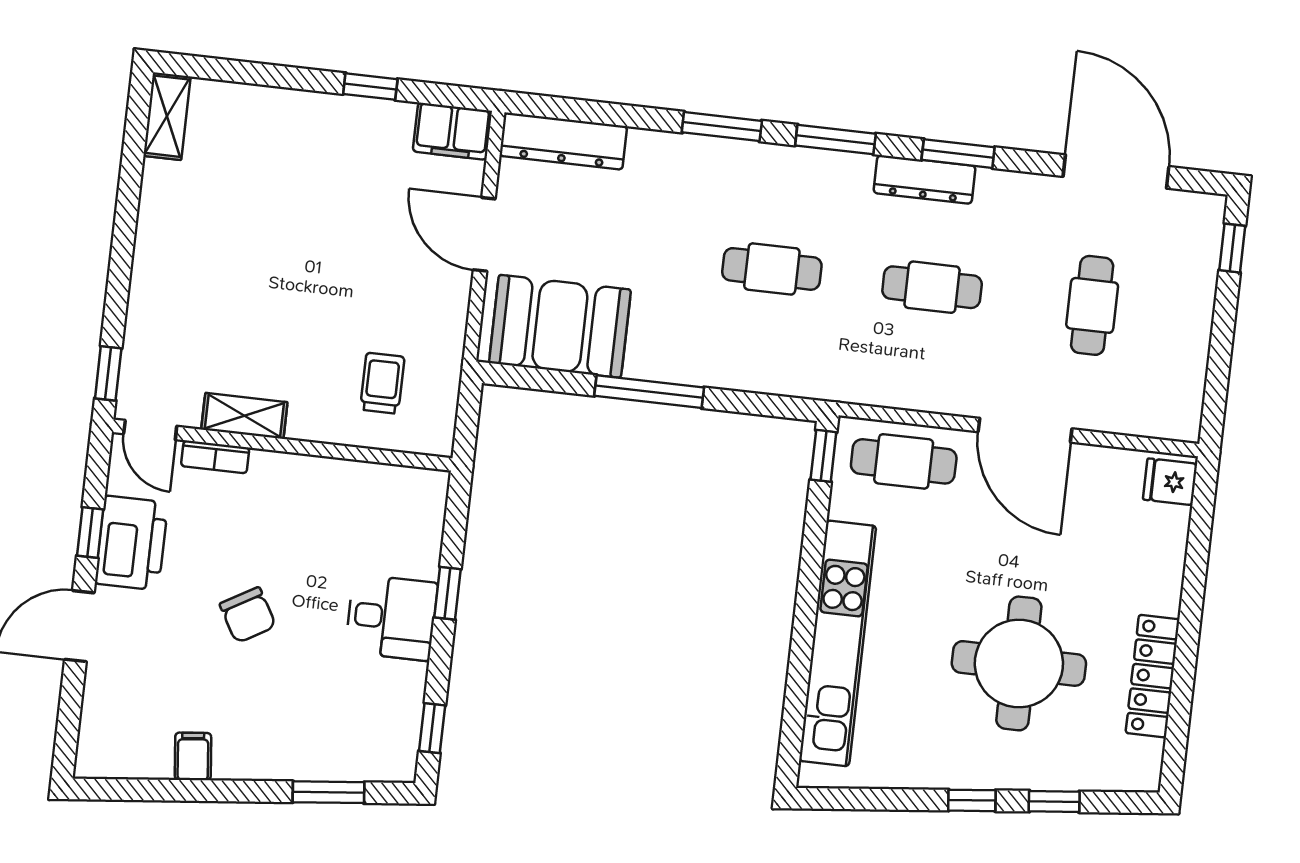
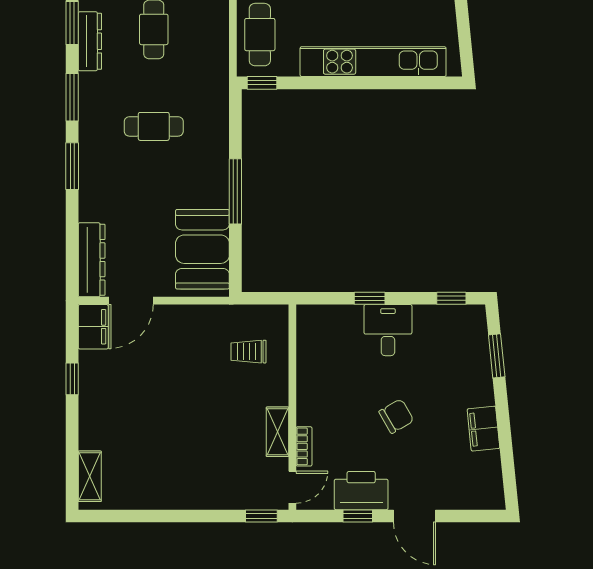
shelving: (167, 116) -> (90, 476), moved, turned 90
door: (484, 234) -> (131, 301), moved
cafe table: (772, 269) -> (154, 126), turned 90
filing cabinet: (193, 756) -> (483, 429), width x2.00

